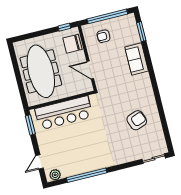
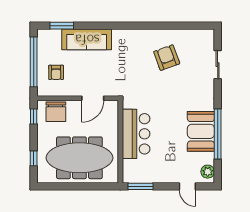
window: (31, 35) -> (34, 158), added
sofa: (137, 59) -> (87, 39), width x1.36
bar counter: (64, 113) -> (136, 134), width x0.73
sliding door: (154, 159) -> (218, 65), moved
booth: (85, 162) -> (201, 131), added

